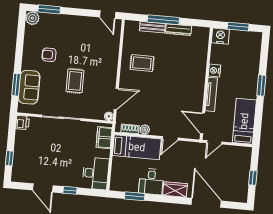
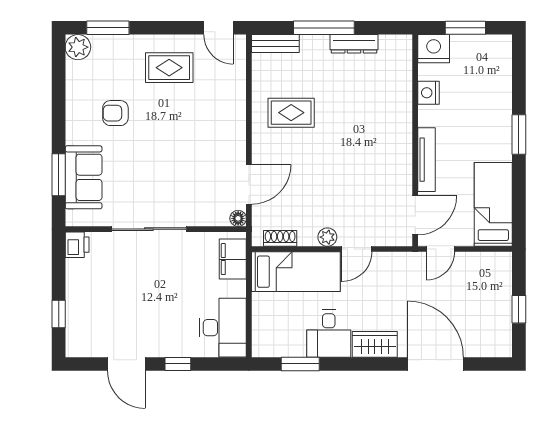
bench: (152, 27) -> (275, 44), moved
nightstand: (214, 70) -> (428, 93), moved
rug: (75, 81) -> (169, 68), moved, turned 90
door: (203, 123) -> (415, 215), swing flipped
plant: (145, 130) -> (327, 237), moved

